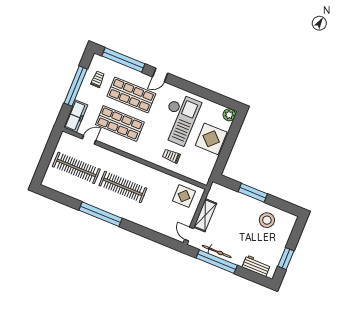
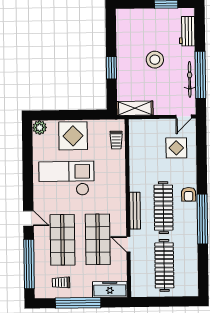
door: (89, 140) -> (128, 244), moved
trolley: (171, 156) -> (116, 140), moved
bench: (130, 163) -> (135, 211), added
window: (253, 193) -> (111, 68), width x0.69
display table: (184, 196) -> (176, 148), moved
armchair: (125, 212) -> (189, 194), added
shelving: (205, 215) -> (135, 108), moved
stool: (267, 220) -> (155, 60), moved

